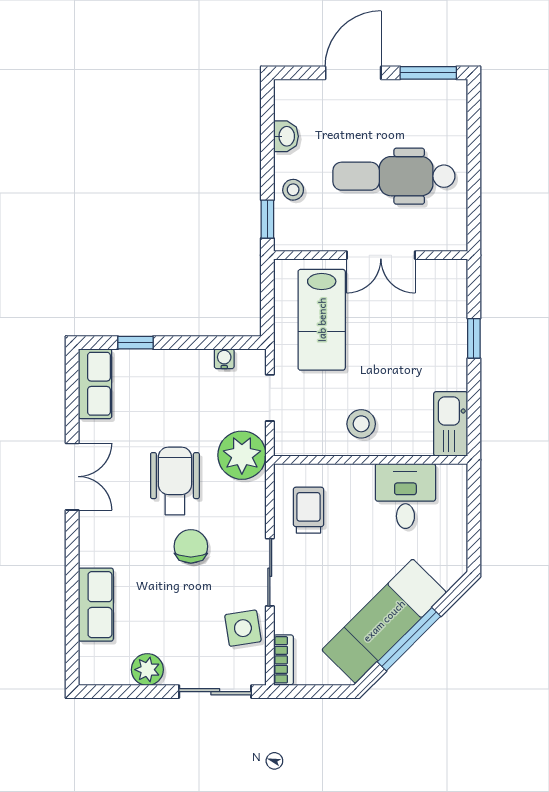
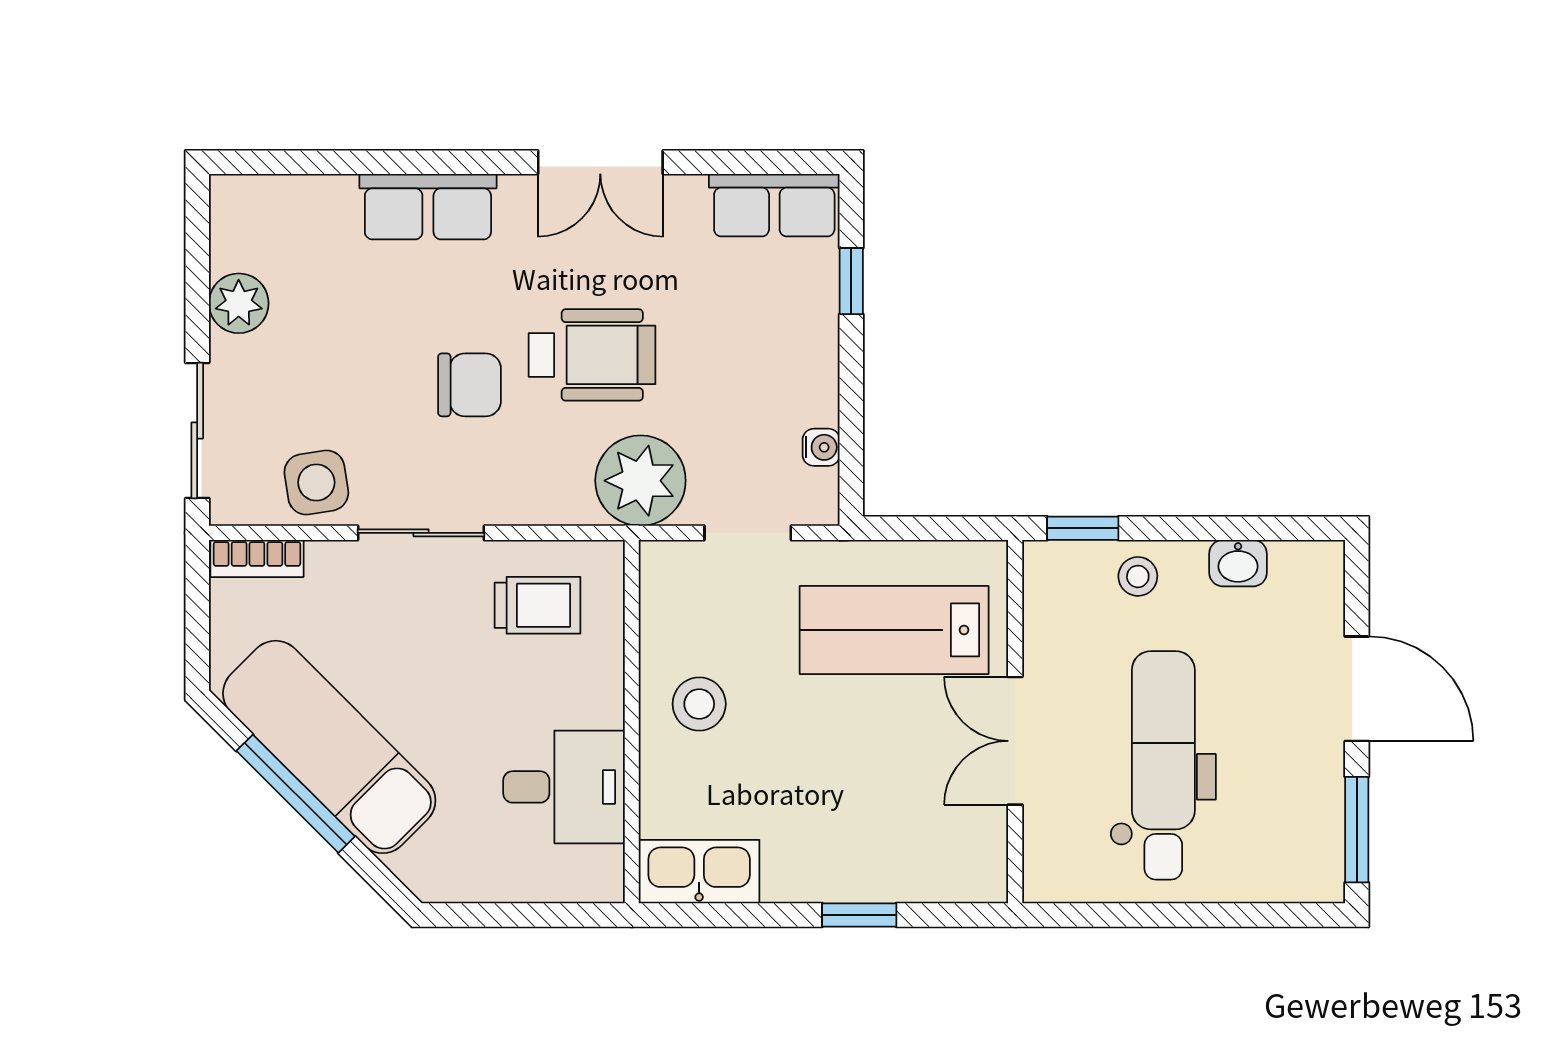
row of seats: (96, 605) -> (428, 207), moved

